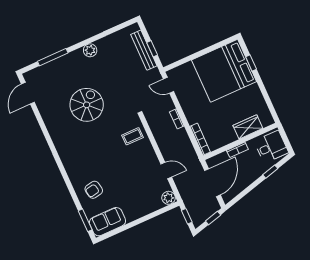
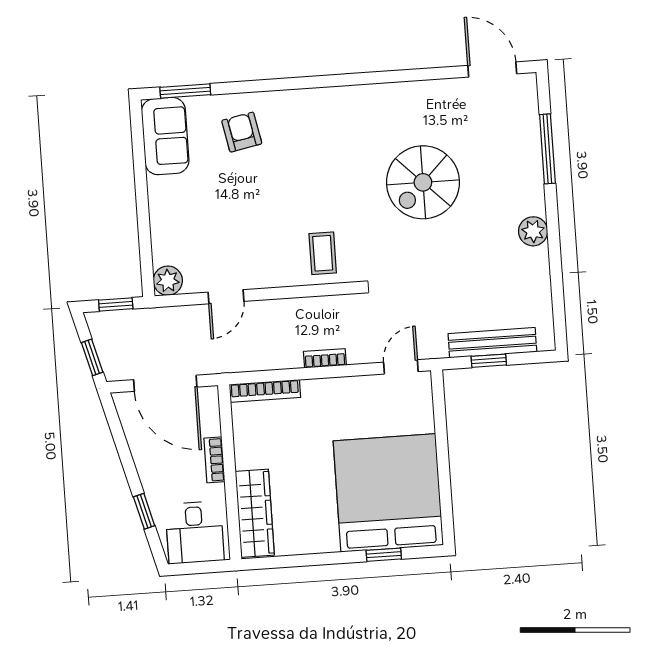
spiral stairs: (87, 105) -> (423, 182), turned 90
wardrobe: (248, 127) -> (255, 513), width x1.50

